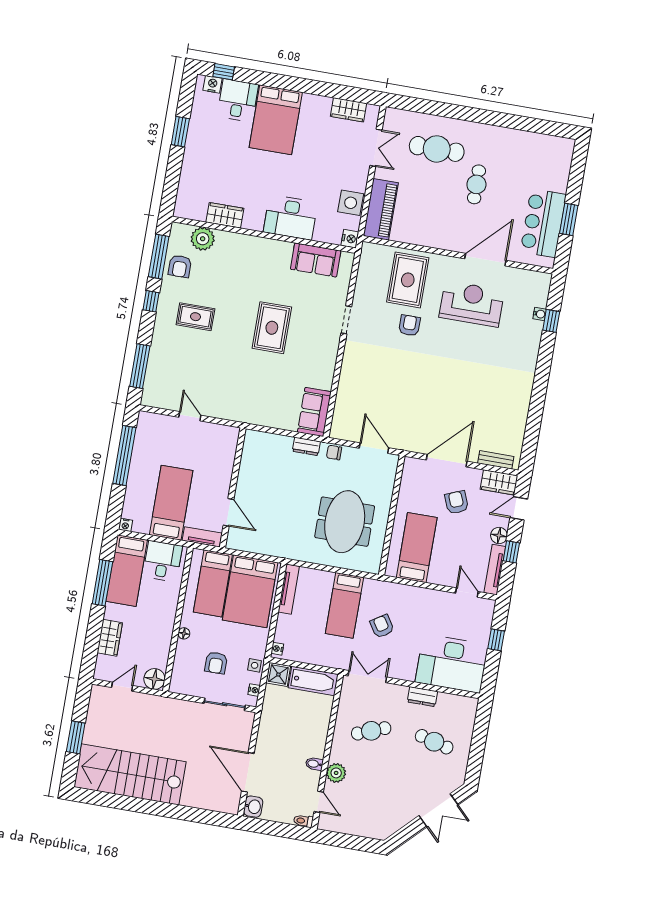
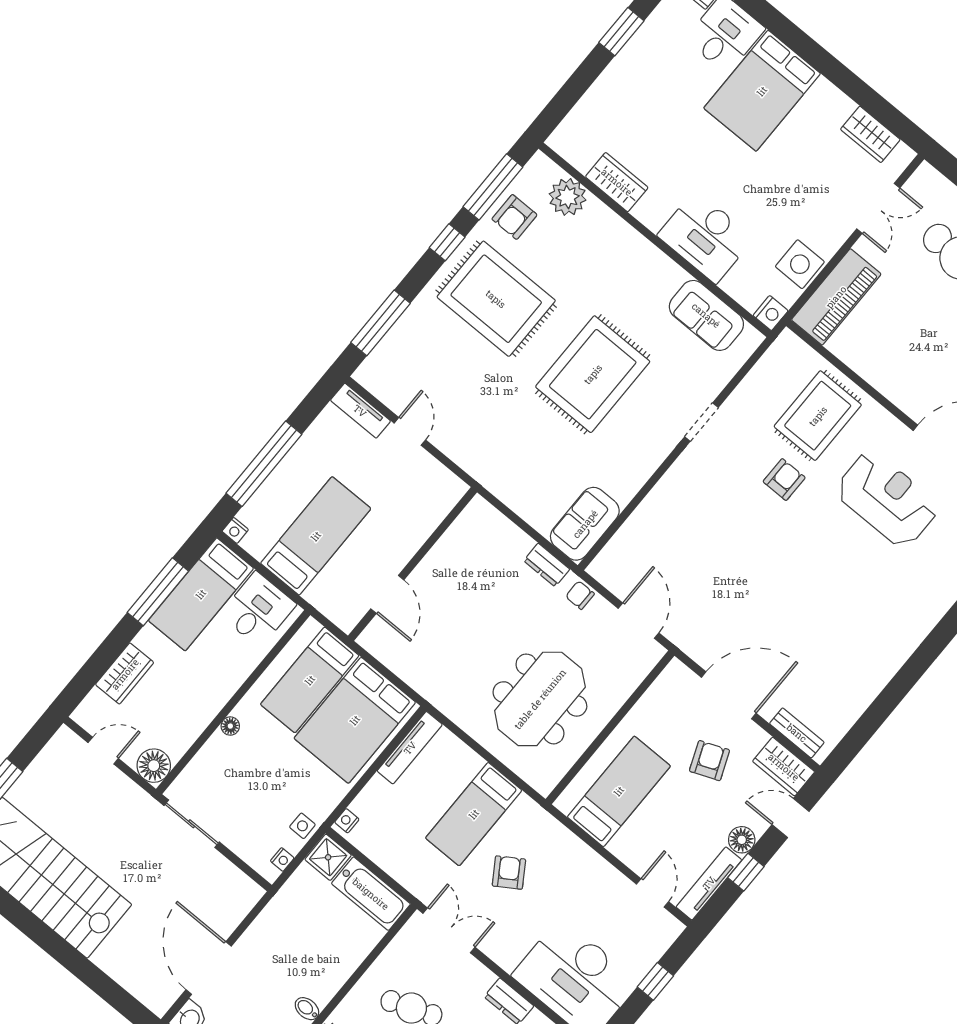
rug: (195, 317) -> (496, 299), width x1.86, depth x2.06
rug: (272, 328) -> (593, 374), width x1.37, depth x1.44
window: (124, 455) -> (264, 464), moved
tv unit: (202, 537) -> (360, 411), moved, turned 180
armchair: (216, 663) -> (251, 792), removed
sliding door: (225, 704) -> (192, 824), moved

